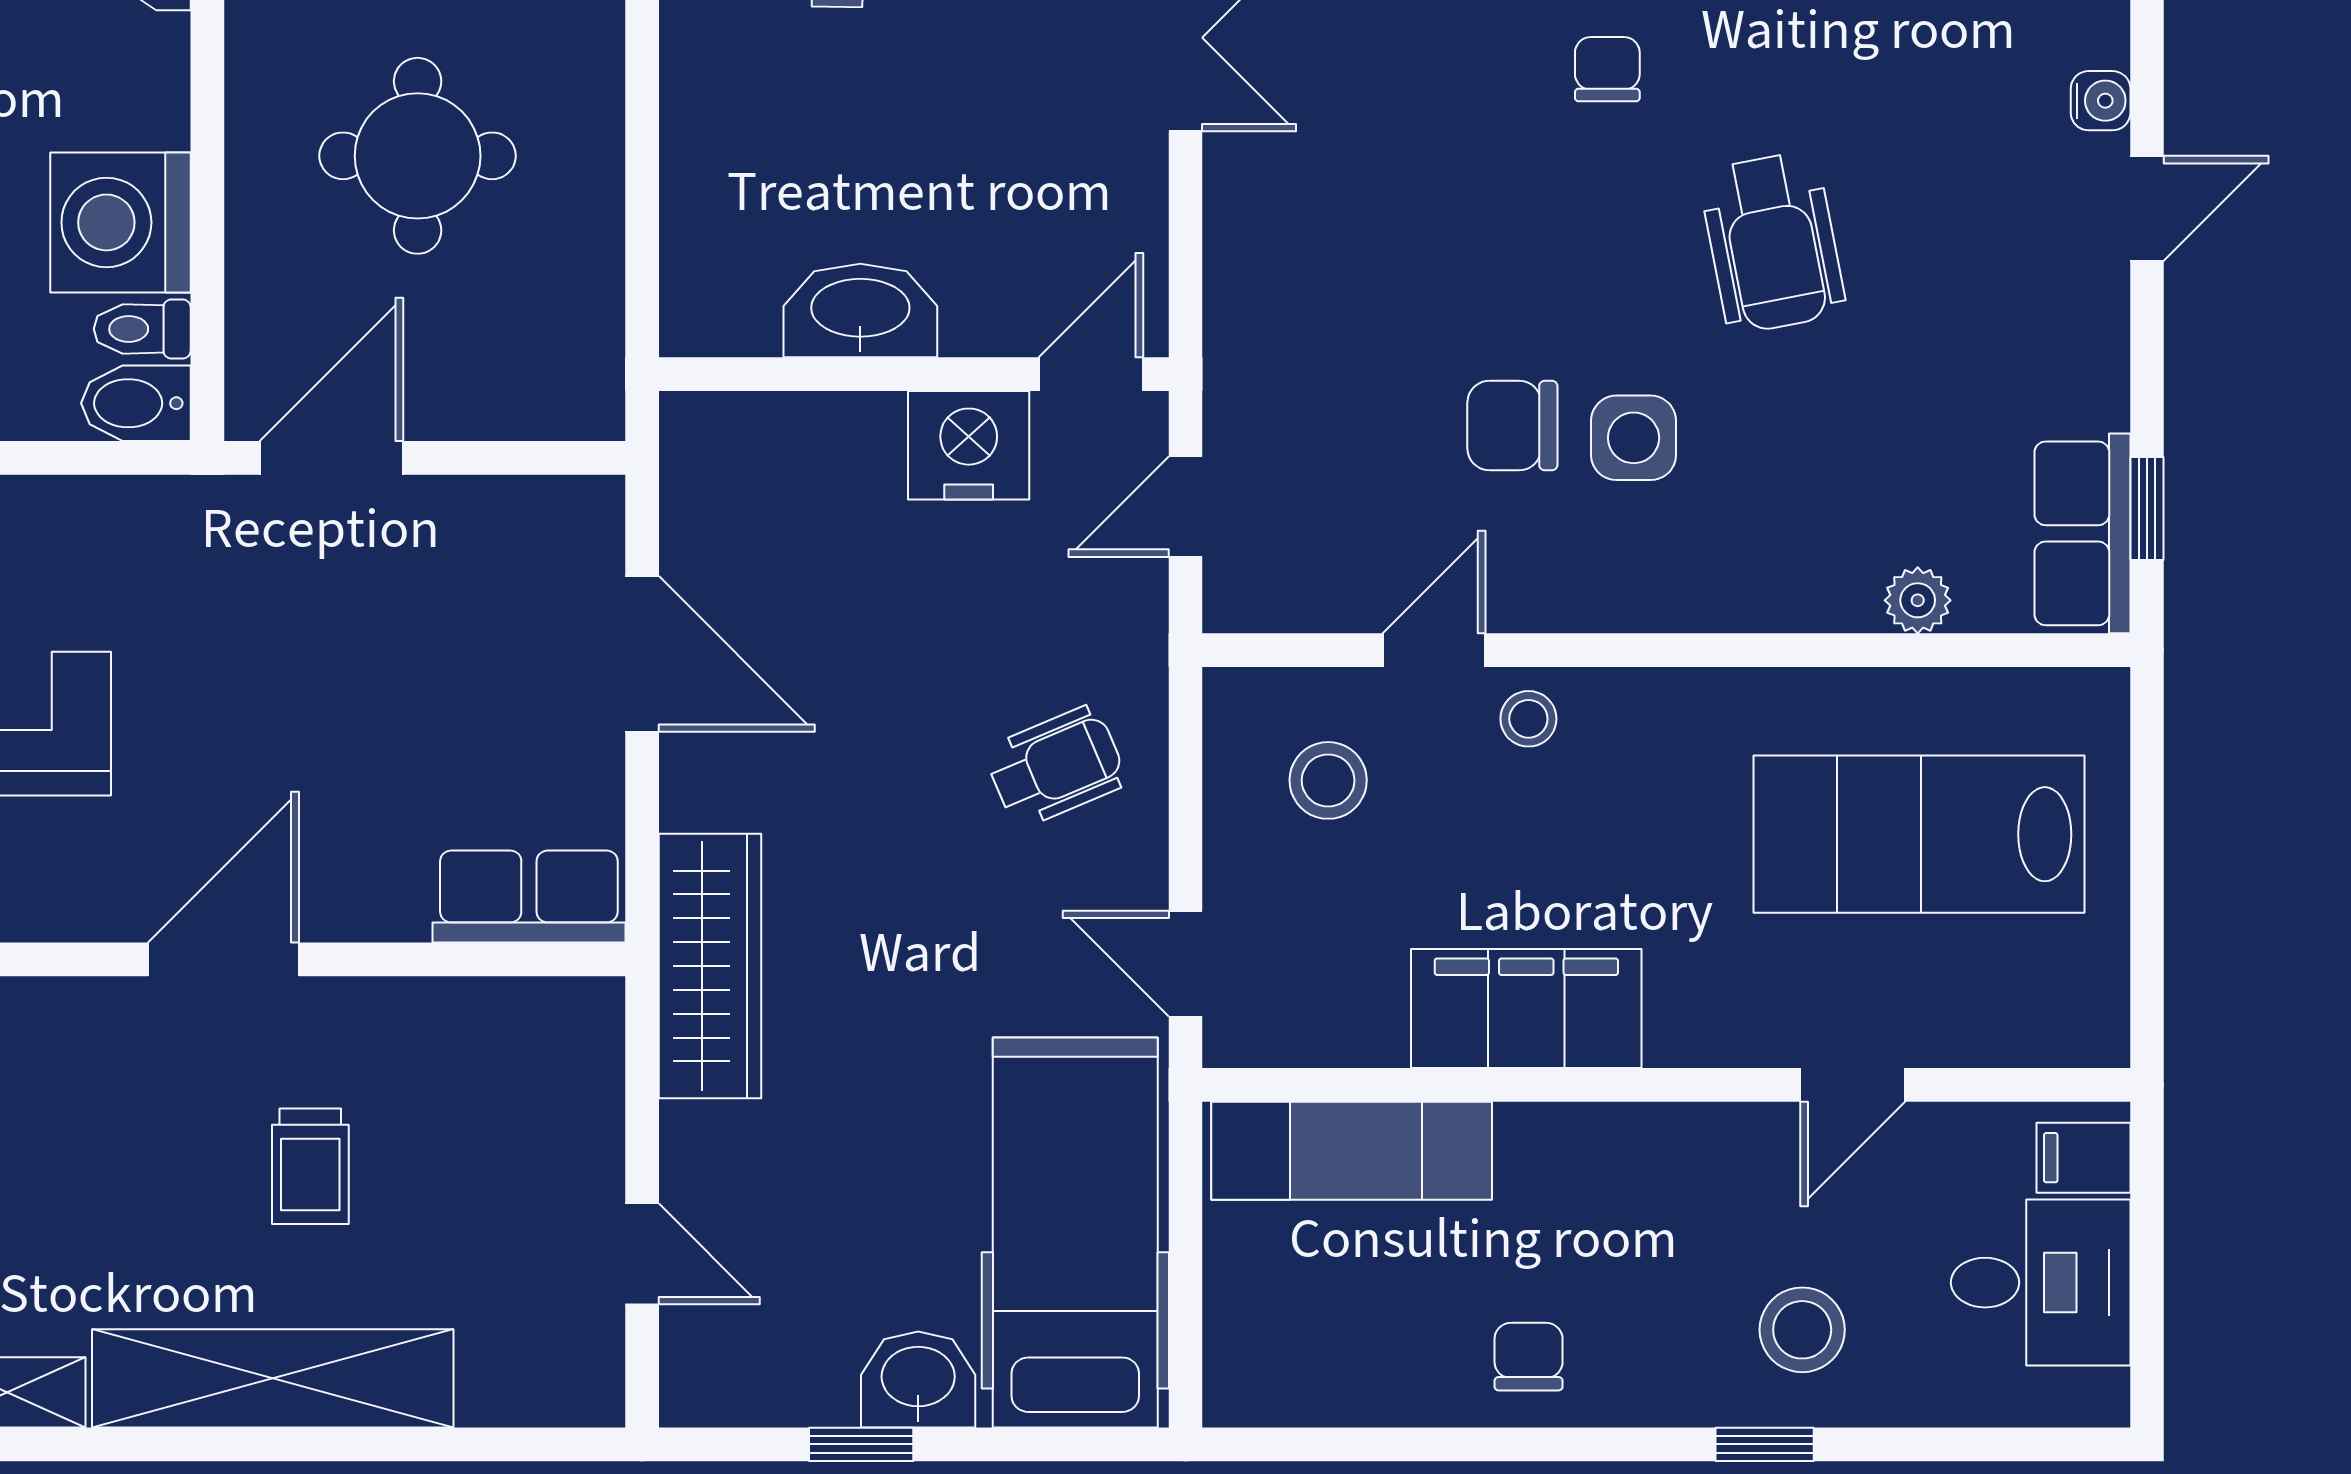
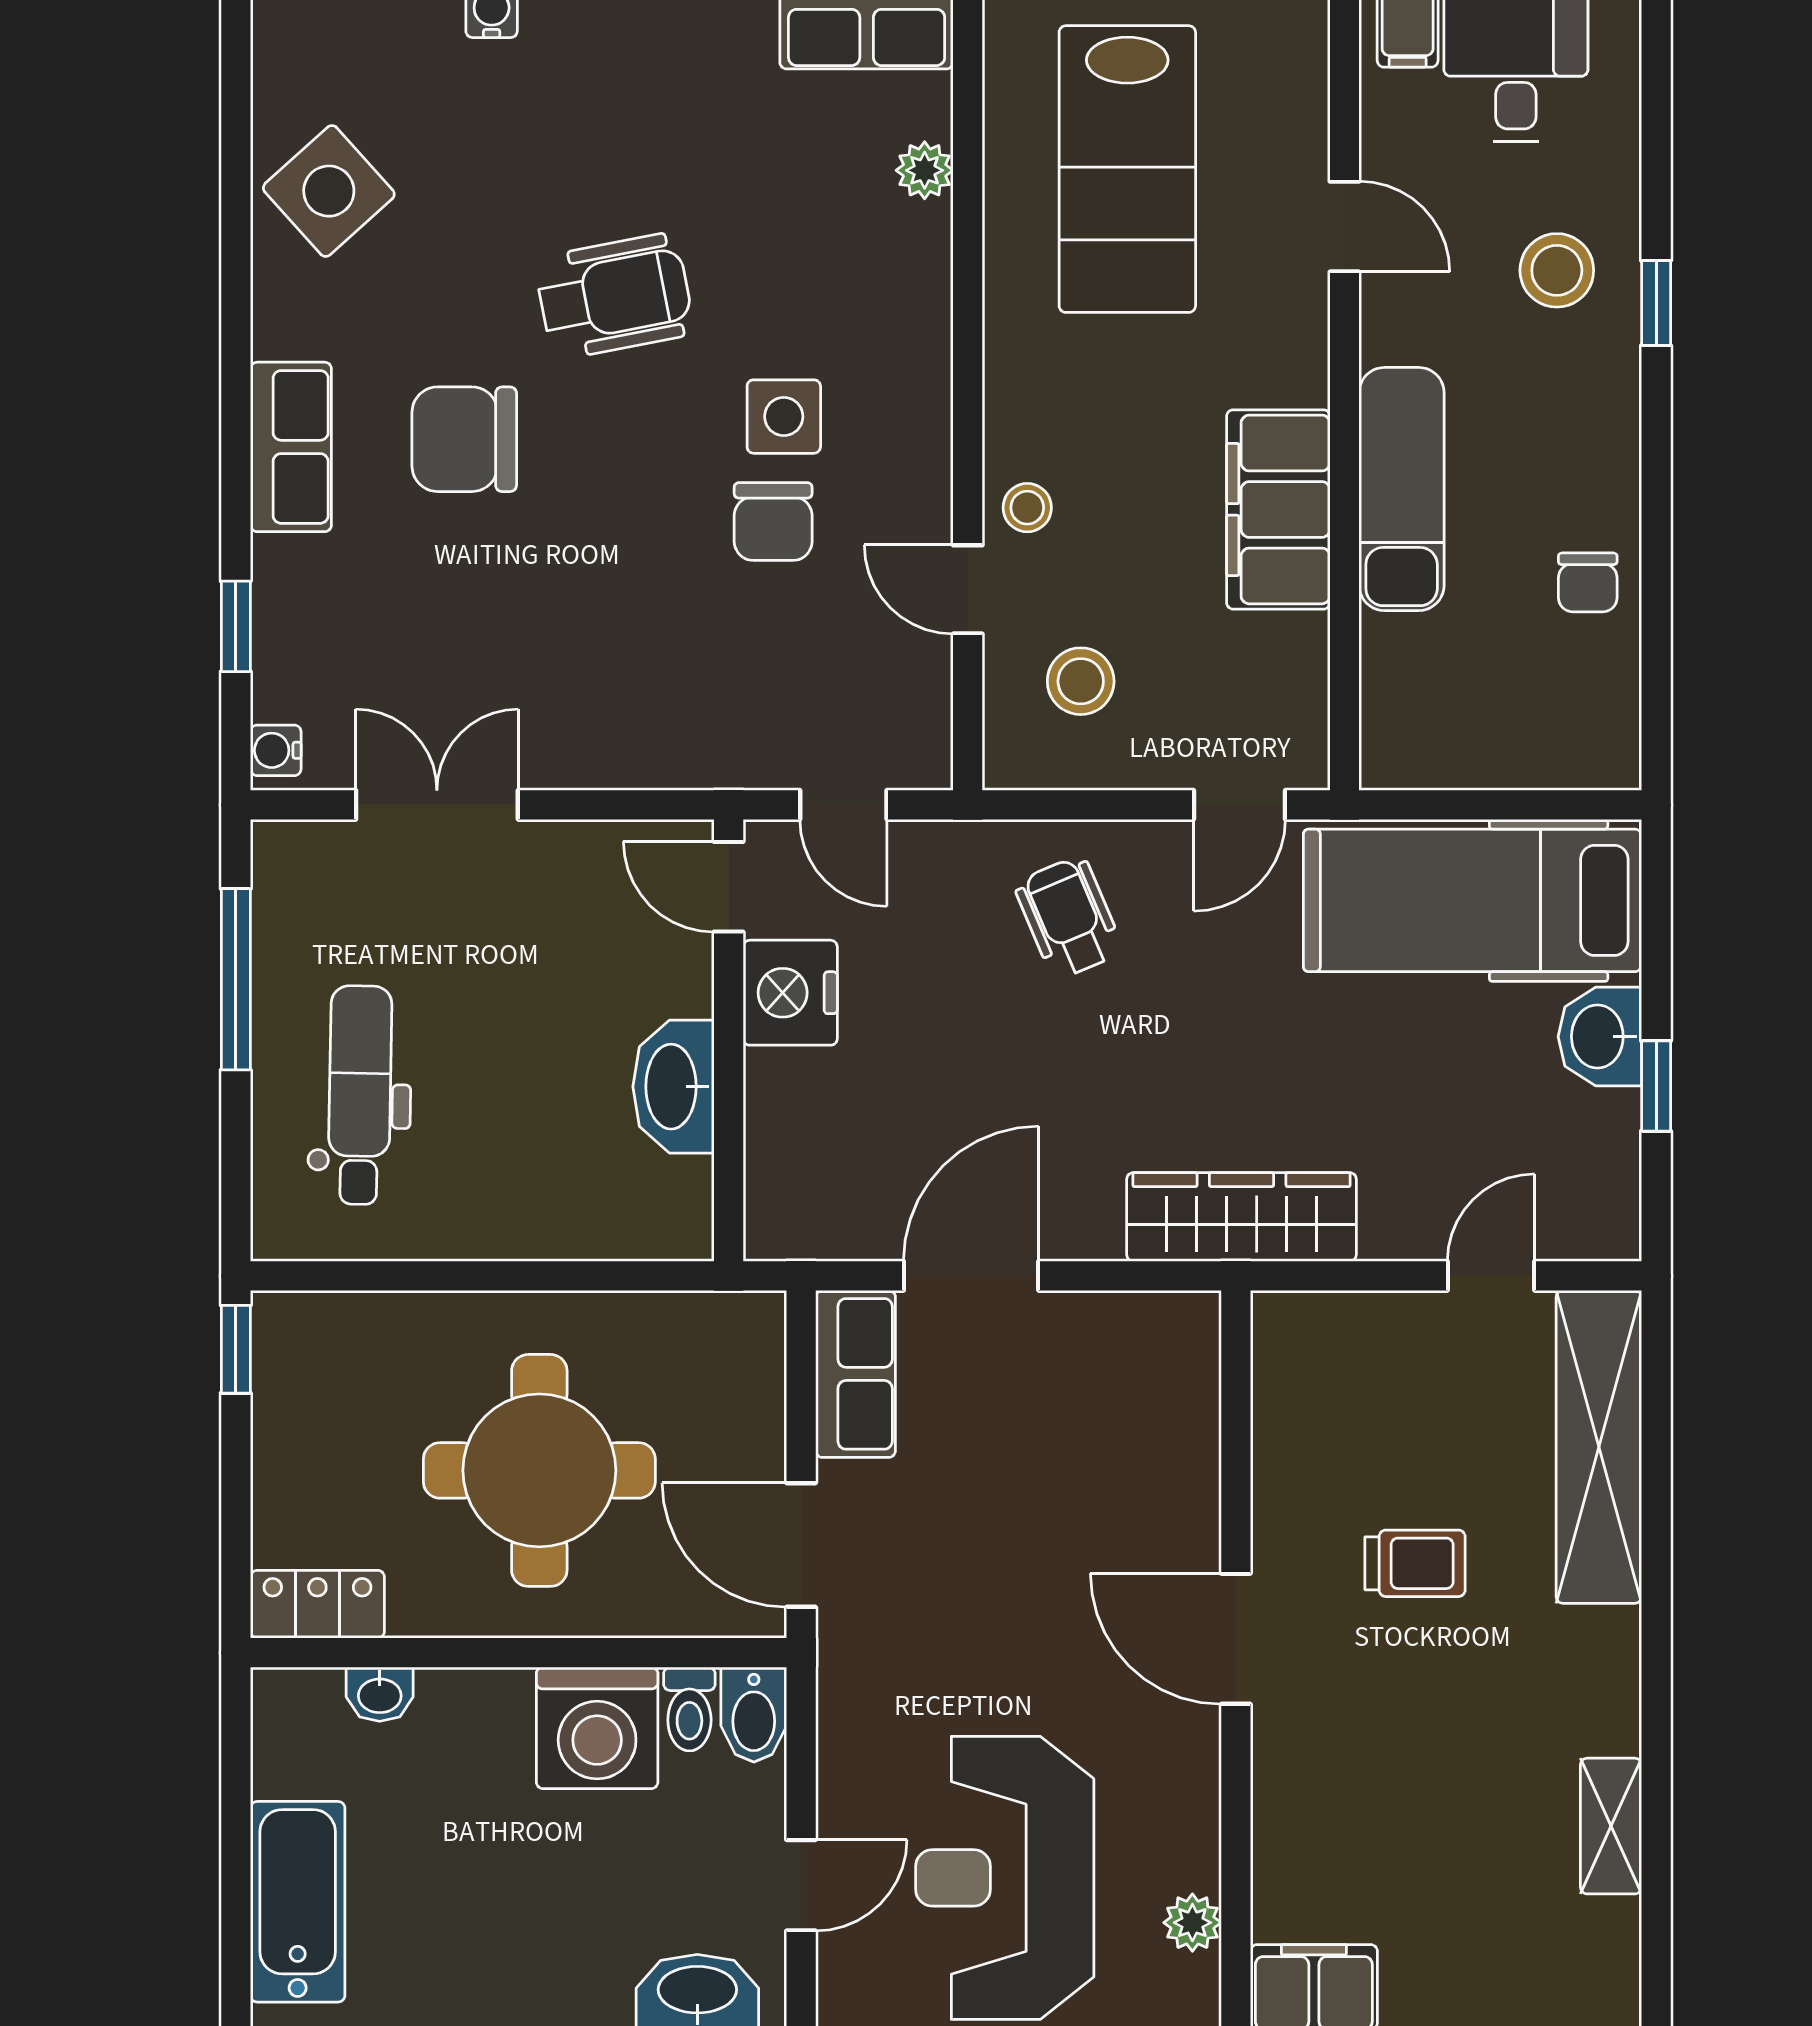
chair: (1607, 69) -> (464, 439), width x1.87, depth x1.87
round table: (418, 156) -> (539, 1470), width x1.36, depth x1.36
row of seats: (529, 897) -> (856, 1374), moved, turned 180
exam couch: (1352, 1151) -> (1402, 489), moved
chair: (1529, 1357) -> (1588, 582), moved, turned -90
shelving: (273, 1378) -> (1599, 1447), moved

